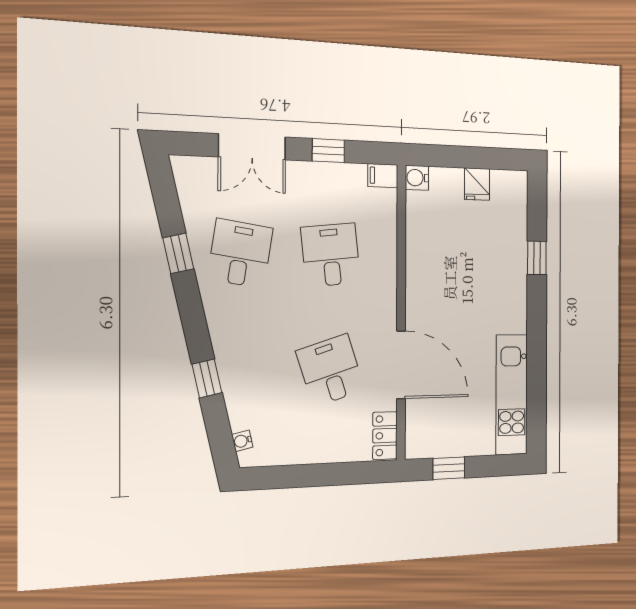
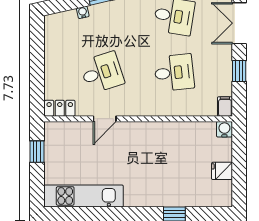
door: (401, 365) -> (105, 119), width x0.53
water cooler: (242, 441) -> (83, 12), moved

